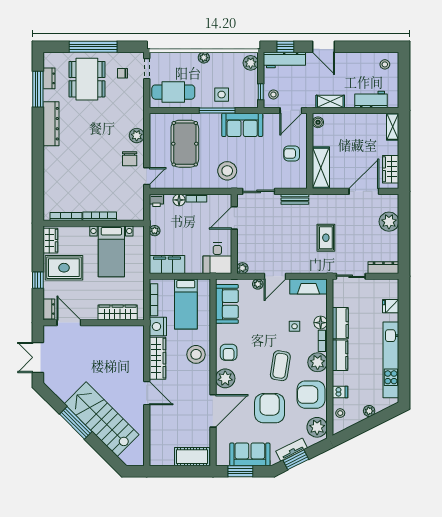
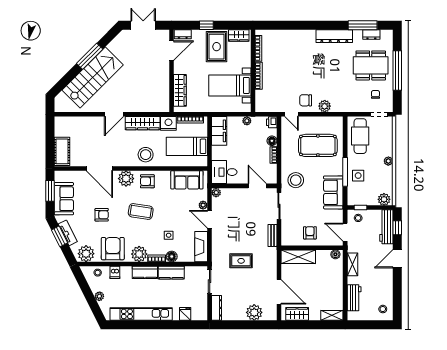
coffee table: (280, 366) -> (141, 211), moved
armchair: (270, 408) -> (102, 215), width x0.53, depth x0.53

